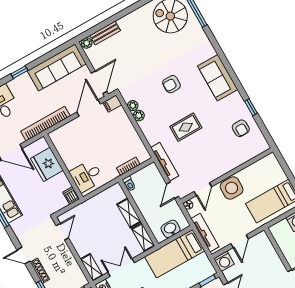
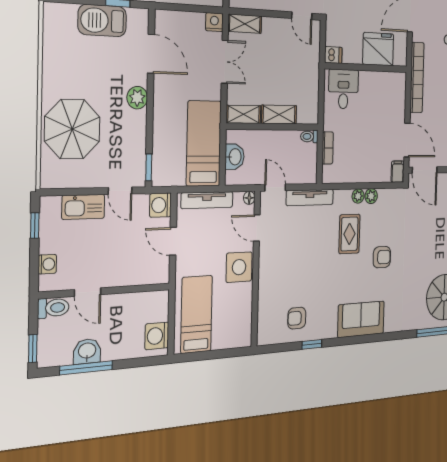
armchair: (171, 84) -> (382, 257), turned 90
plant: (133, 106) -> (358, 196), moved
rug: (186, 127) -> (349, 234), moved

